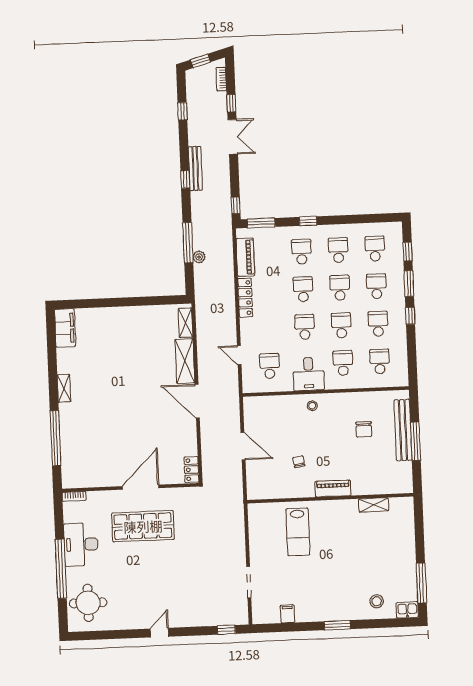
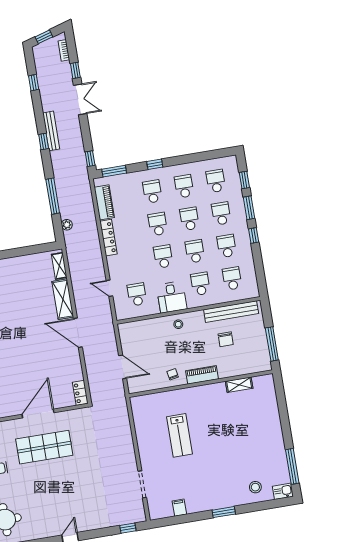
plant: (199, 257) -> (67, 225), moved
bench: (403, 430) -> (231, 312), moved, turned 90
piano: (333, 488) -> (202, 375), moved
wall: (330, 498) -> (201, 384), moved
shelving: (374, 505) -> (239, 385), moved

